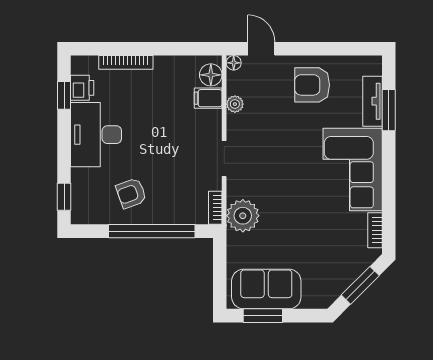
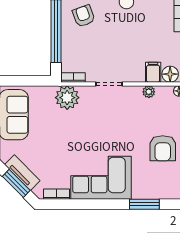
armchair: (312, 85) -> (163, 148), turned 180
tv unit: (372, 101) -> (22, 173), moved, turned 45

